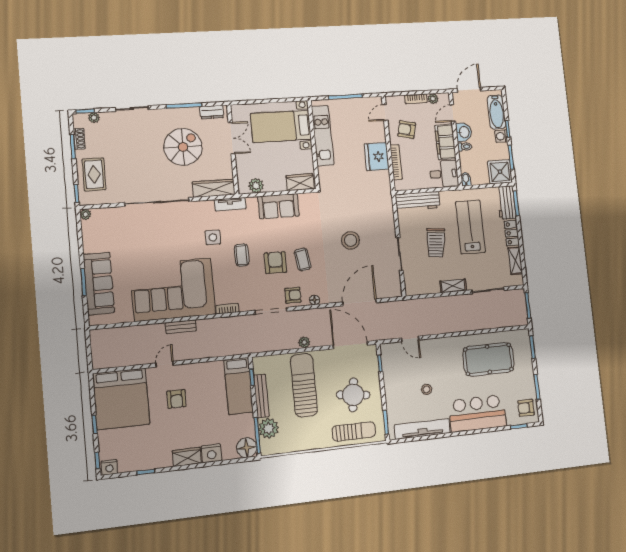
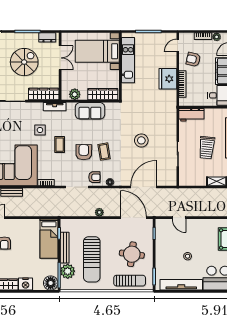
wardrobe: (300, 182) -> (103, 94), width x1.50
workbench: (418, 201) -> (191, 115), width x0.73
sun lounger: (304, 385) -> (92, 259), moved, turned 180

